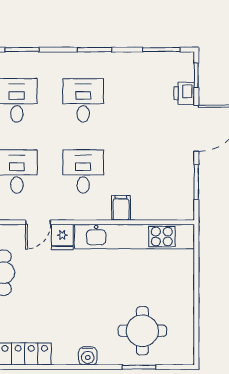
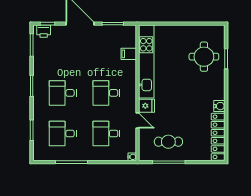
printer: (184, 93) -> (44, 31), moved
filing cabinet: (121, 208) -> (129, 54), moved
water cooler: (88, 356) -> (219, 106), moved

